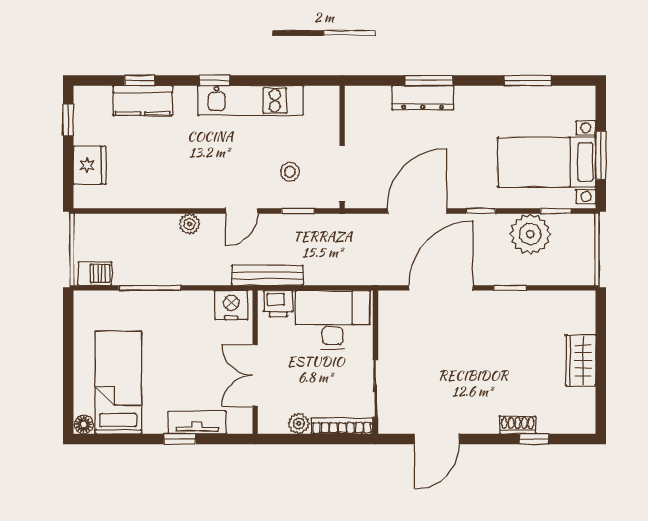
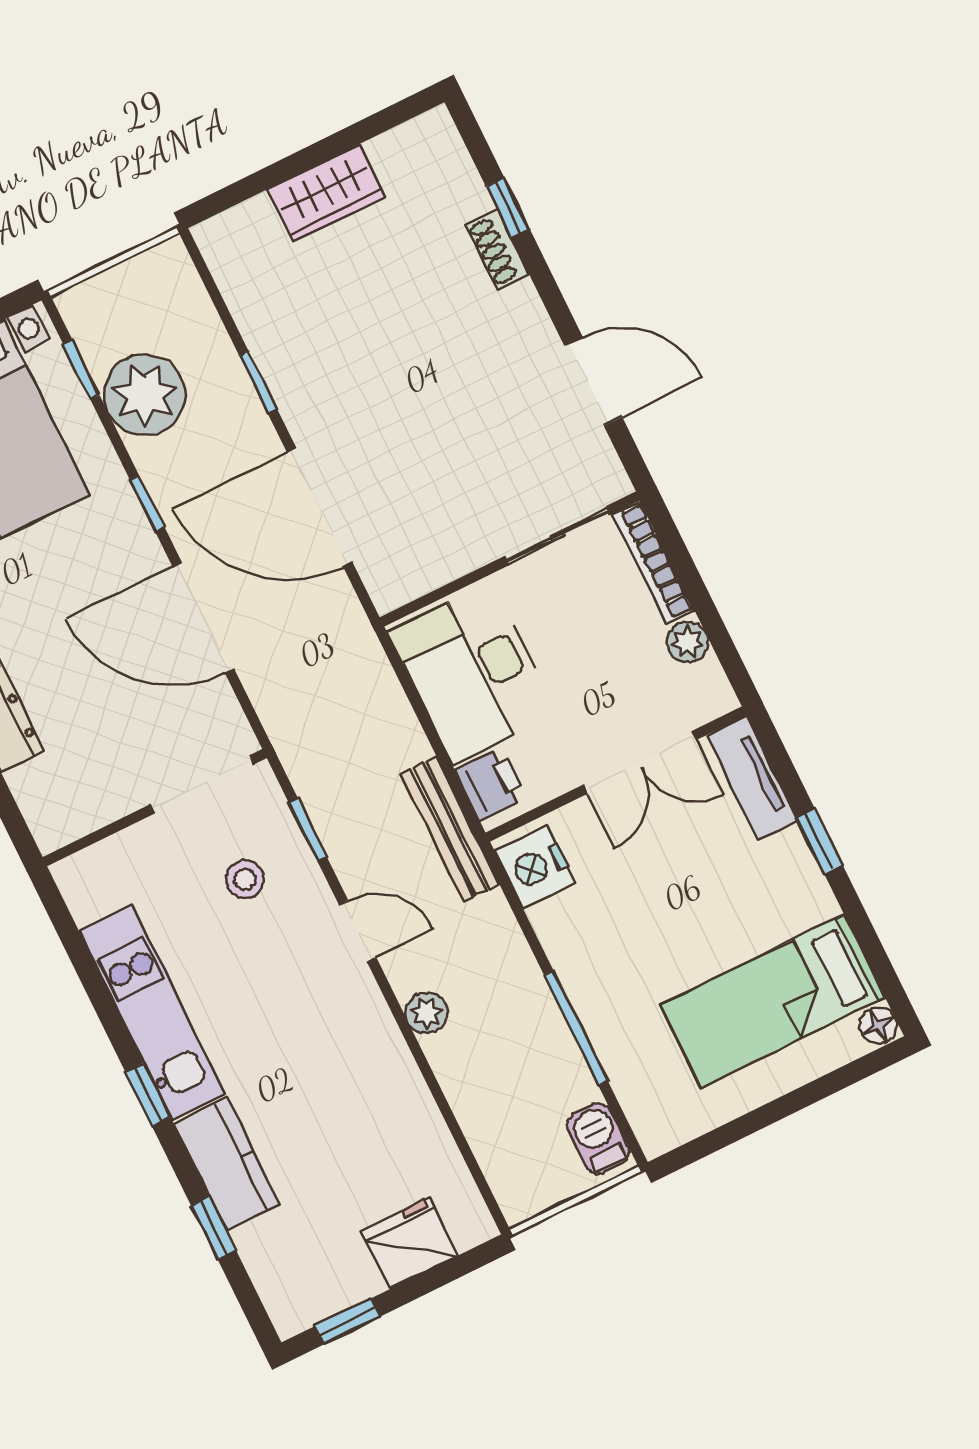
kitchen counter: (143, 100) -> (227, 1164), moved
tv unit: (197, 423) -> (753, 778), moved

